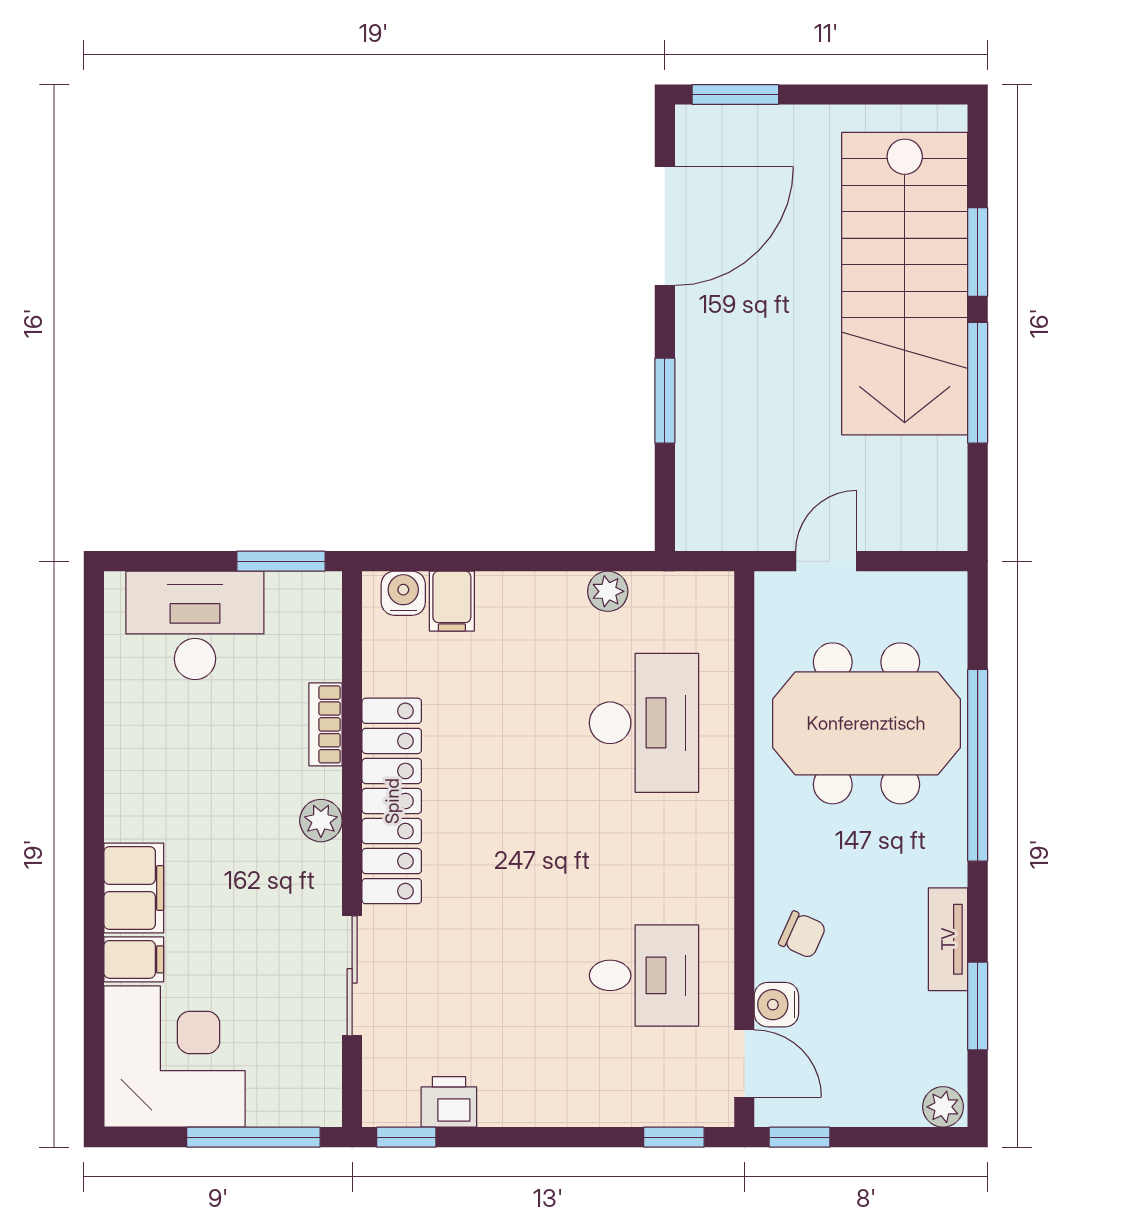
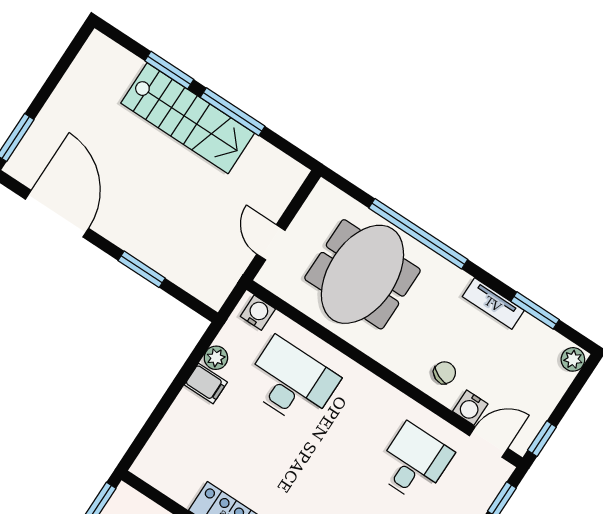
stairs: (905, 284) -> (188, 118), width x0.73, depth x0.66
water cooler: (403, 593) -> (258, 313), moved, turned 90
filing cabinet: (452, 601) -> (206, 383), moved

